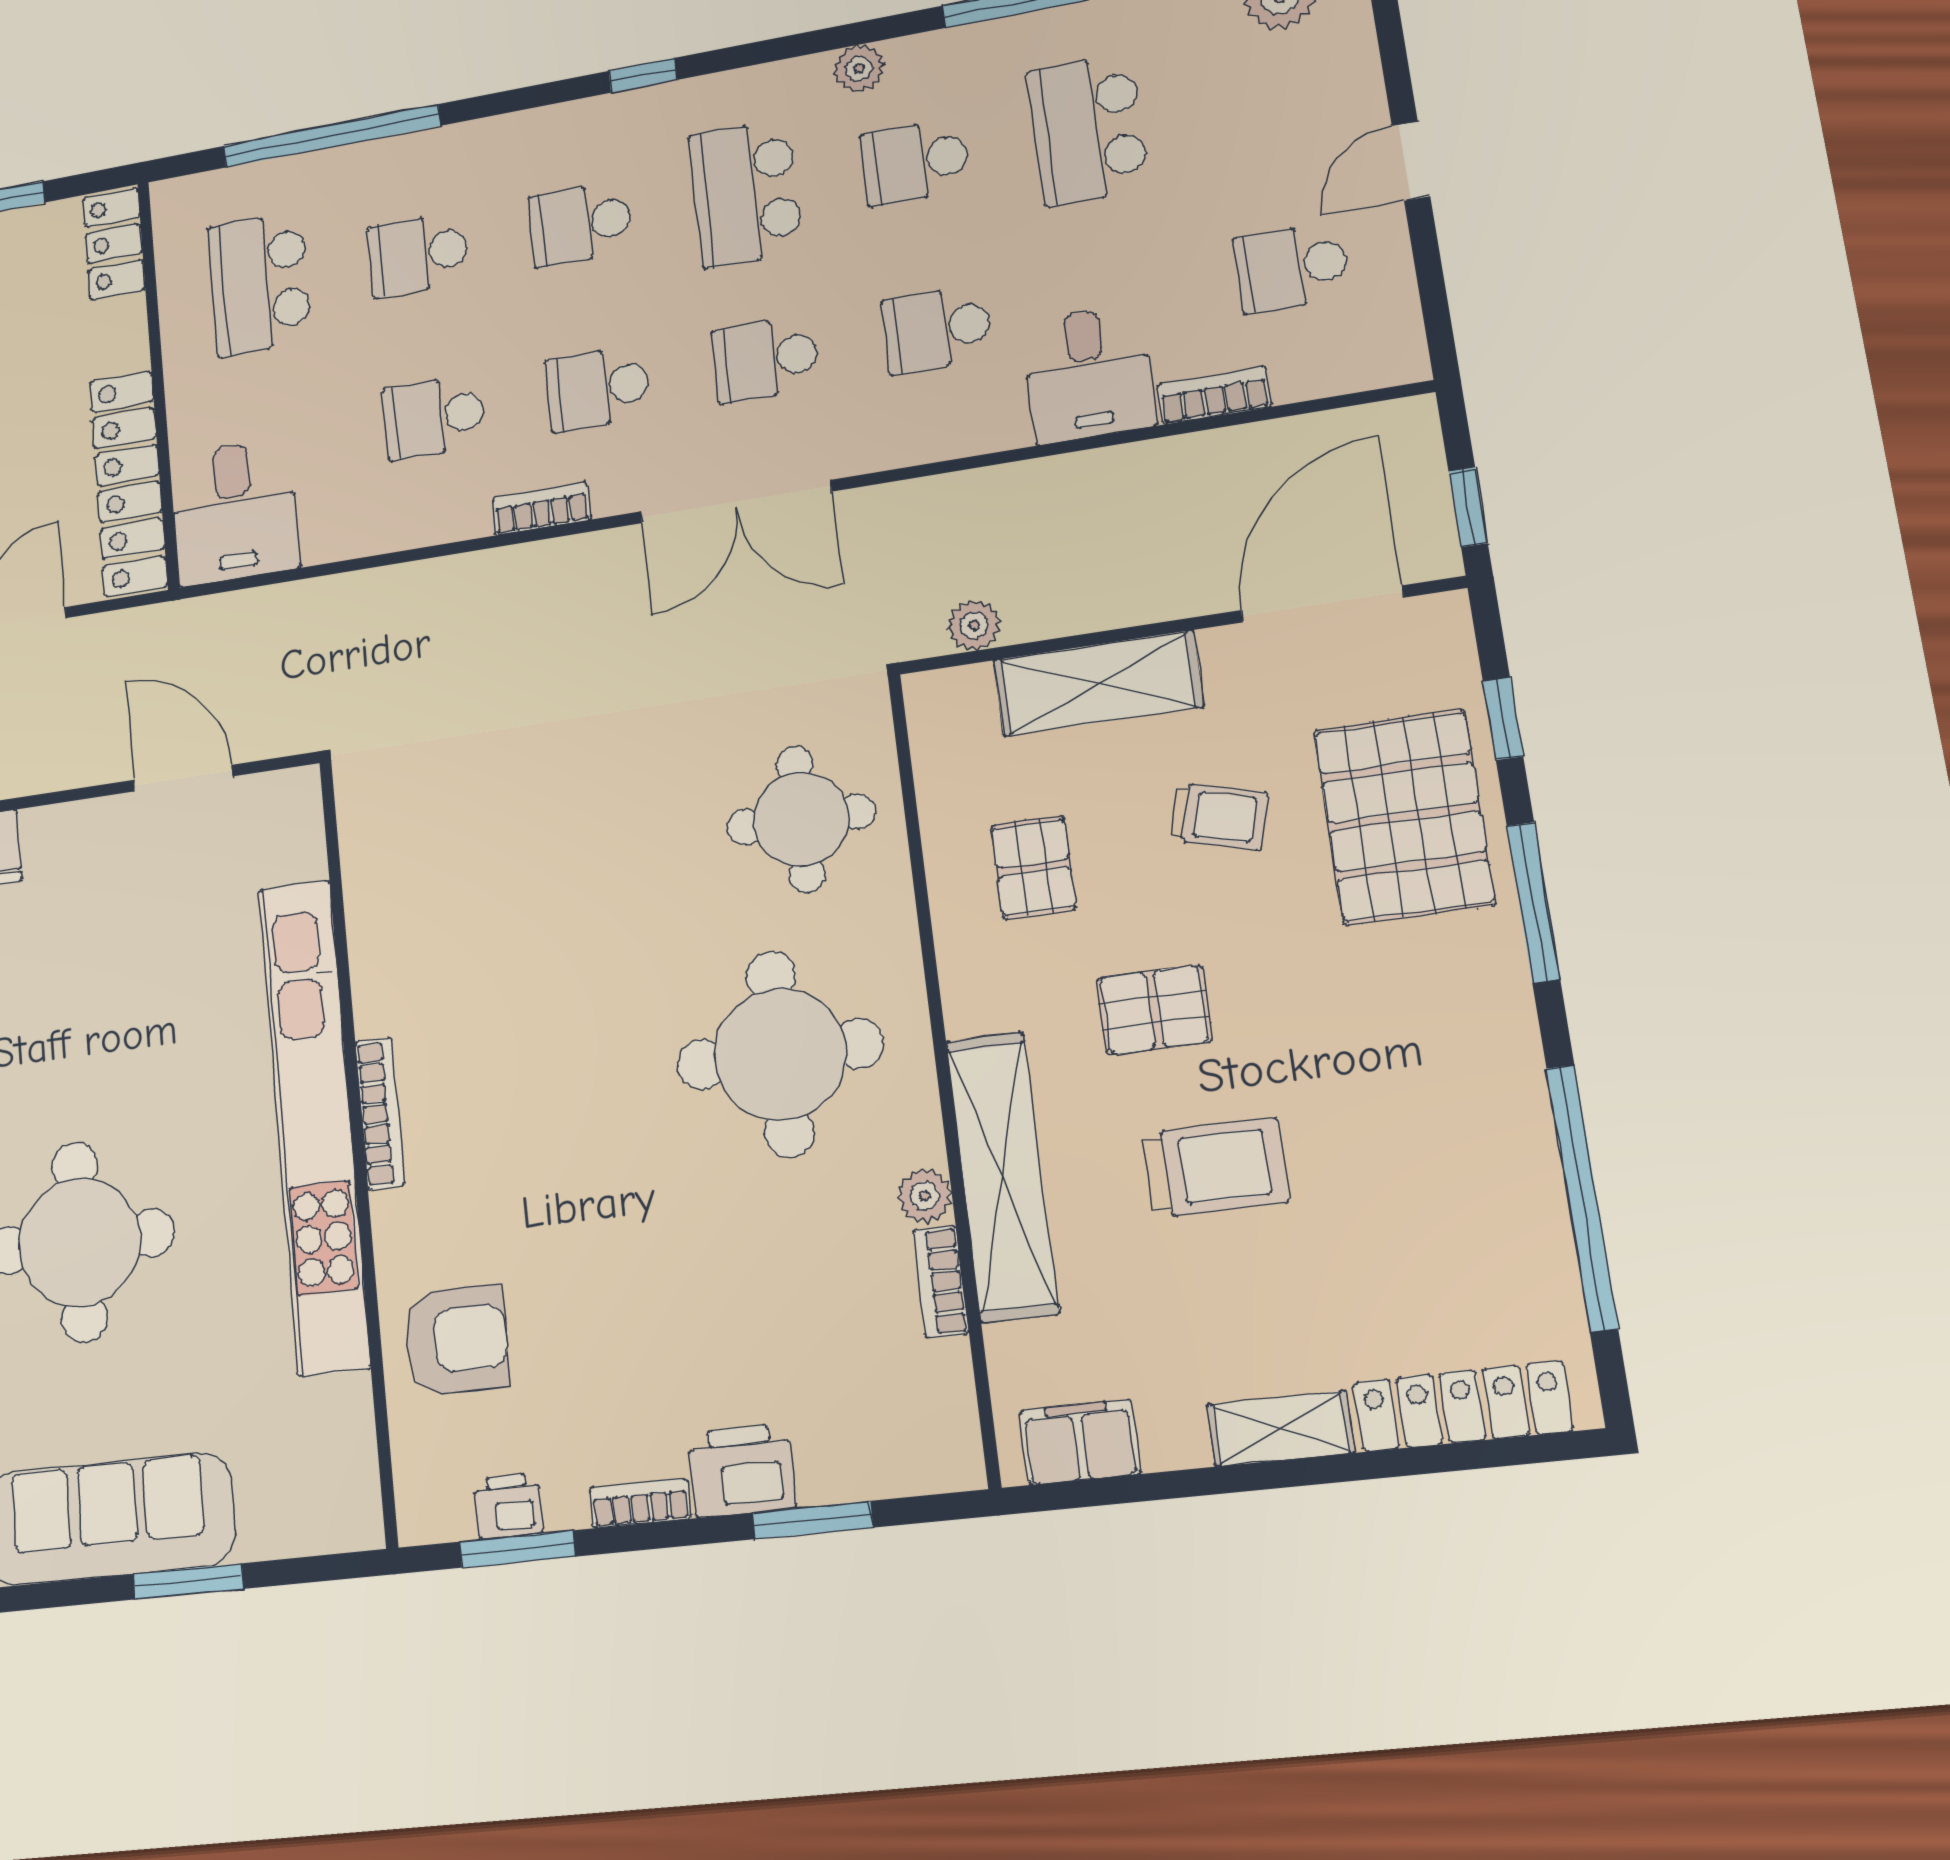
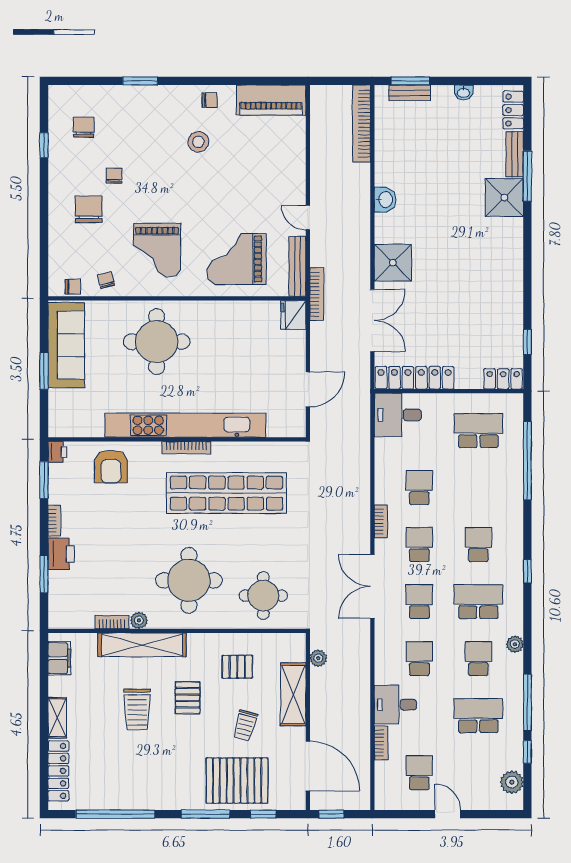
school desk: (418, 254) -> (478, 488), removed
shop shelf: (503, 974) -> (226, 493), added
printer: (508, 1506) -> (57, 452), moved

